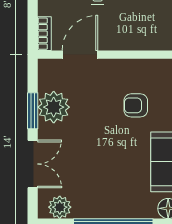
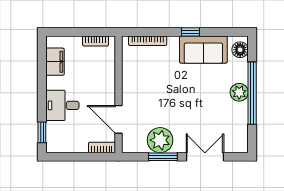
armchair: (136, 105) -> (159, 75), removed
plant: (60, 207) -> (239, 92), moved

